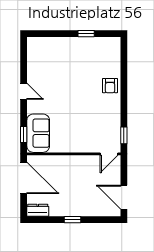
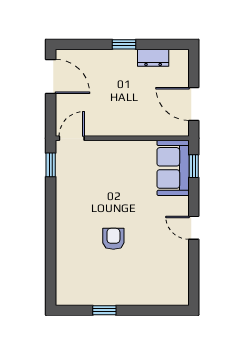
armchair: (110, 86) -> (113, 239), moved
door: (24, 178) -> (194, 104), width x0.73
dresser: (38, 210) -> (153, 58), moved

